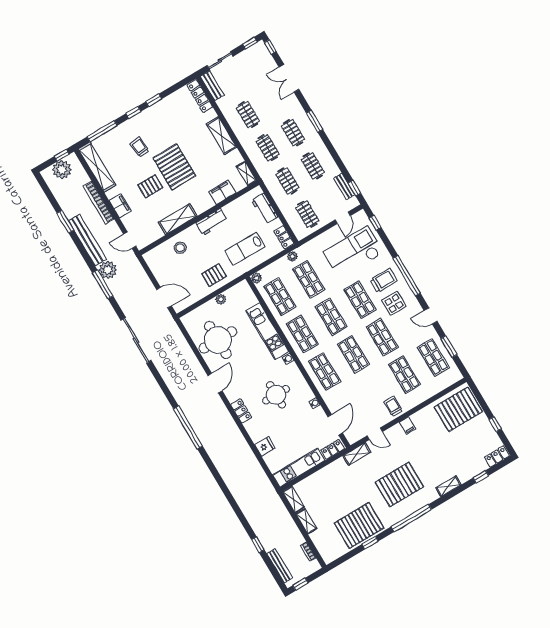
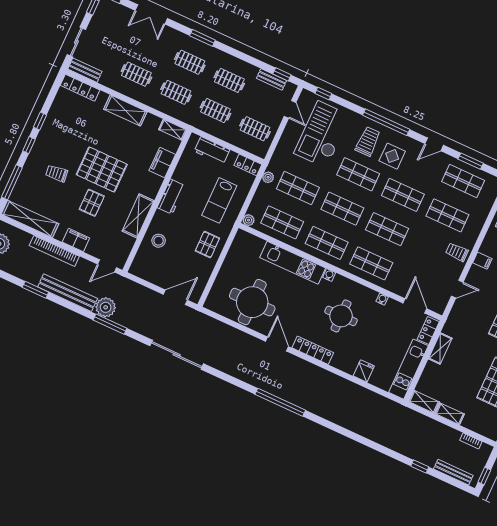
plant: (221, 299) -> (229, 263), removed
locker: (241, 411) -> (313, 350), width x1.53
shelving: (357, 454) -> (440, 348), moved

